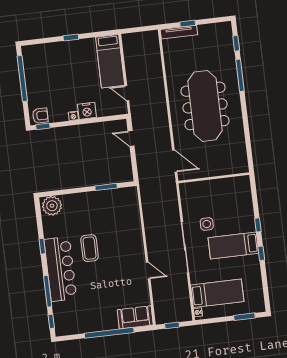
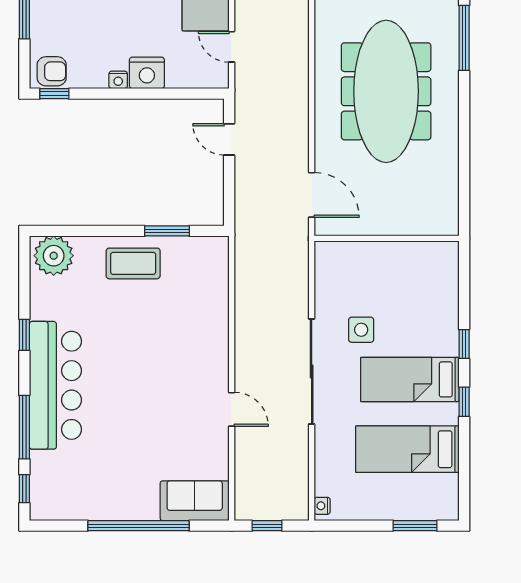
coffee table: (90, 248) -> (133, 263), moved, turned 90
bed: (217, 293) -> (407, 449), moved, turned 180

